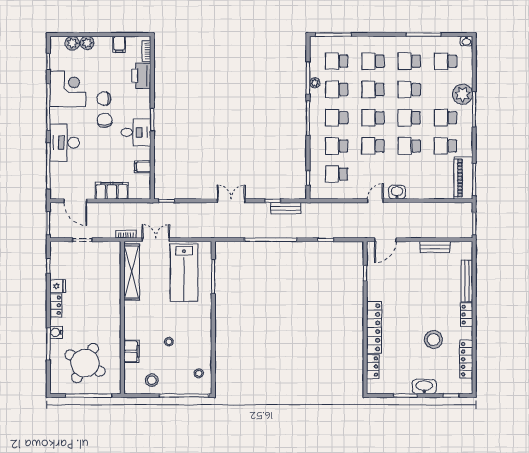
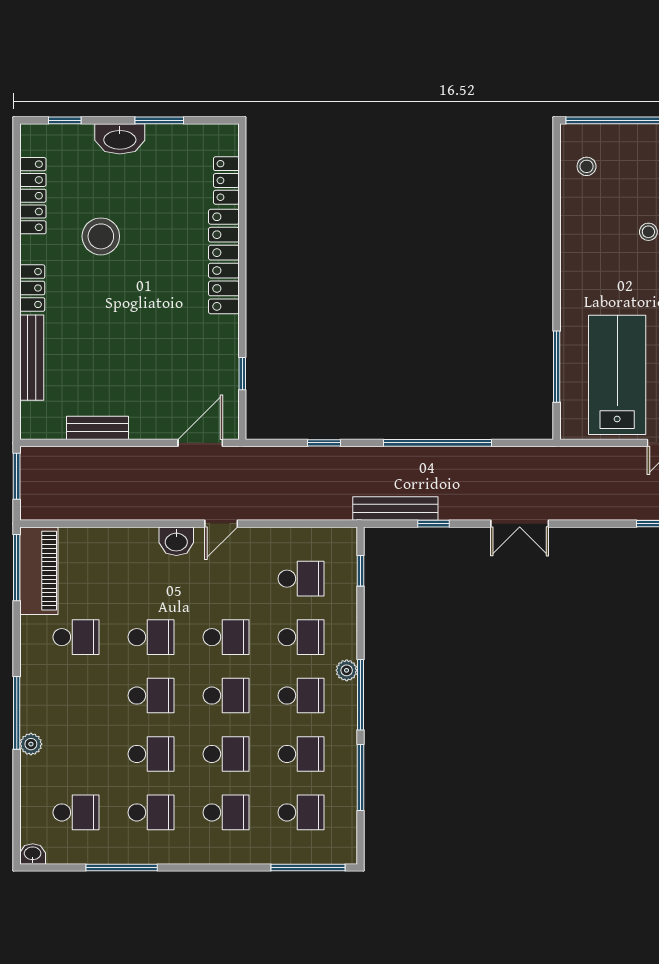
plant: (315, 83) -> (347, 670), moved
plant: (463, 94) -> (31, 744), width x0.53, depth x0.53
school desk: (445, 118) -> (76, 696), removed
bench: (286, 208) -> (395, 508), width x1.36

